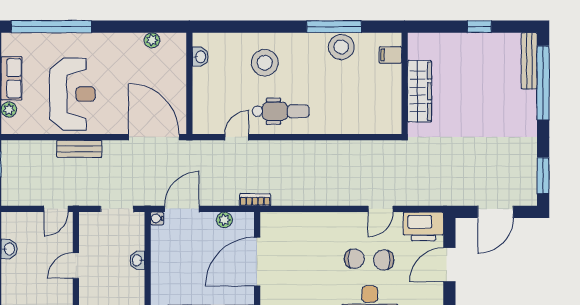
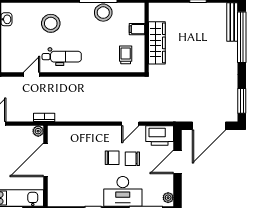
filing cabinet: (390, 55) -> (137, 29), moved
trolley: (374, 109) -> (126, 55), added
door: (496, 212) -> (209, 126), width x1.36
plant: (224, 220) -> (38, 131), moved

